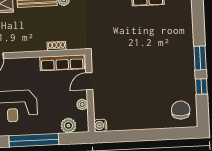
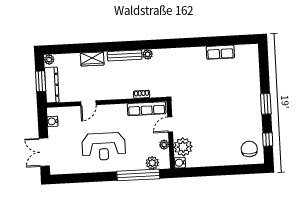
window: (201, 86) -> (268, 139), moved
plant: (104, 107) -> (183, 147), added
window: (34, 140) -> (138, 175), moved

